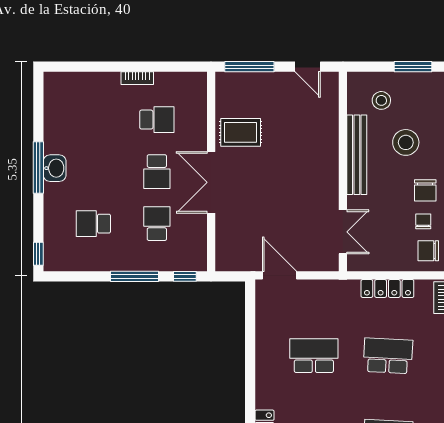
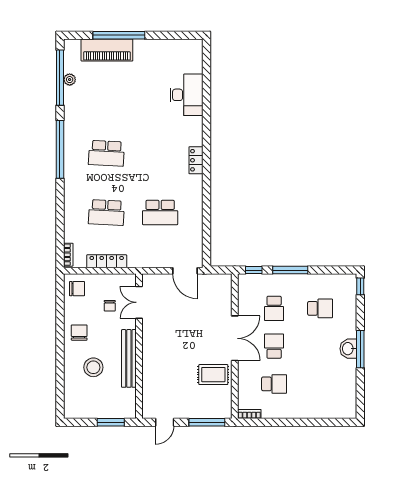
door: (308, 67) -> (165, 422), swing flipped
window: (413, 67) -> (111, 422), moved
bookcase: (137, 78) -> (249, 414), moved
stool: (381, 100) -> (111, 398), removed
school desk: (157, 120) -> (274, 384), turned 180
chair: (423, 221) -> (110, 306), moved

